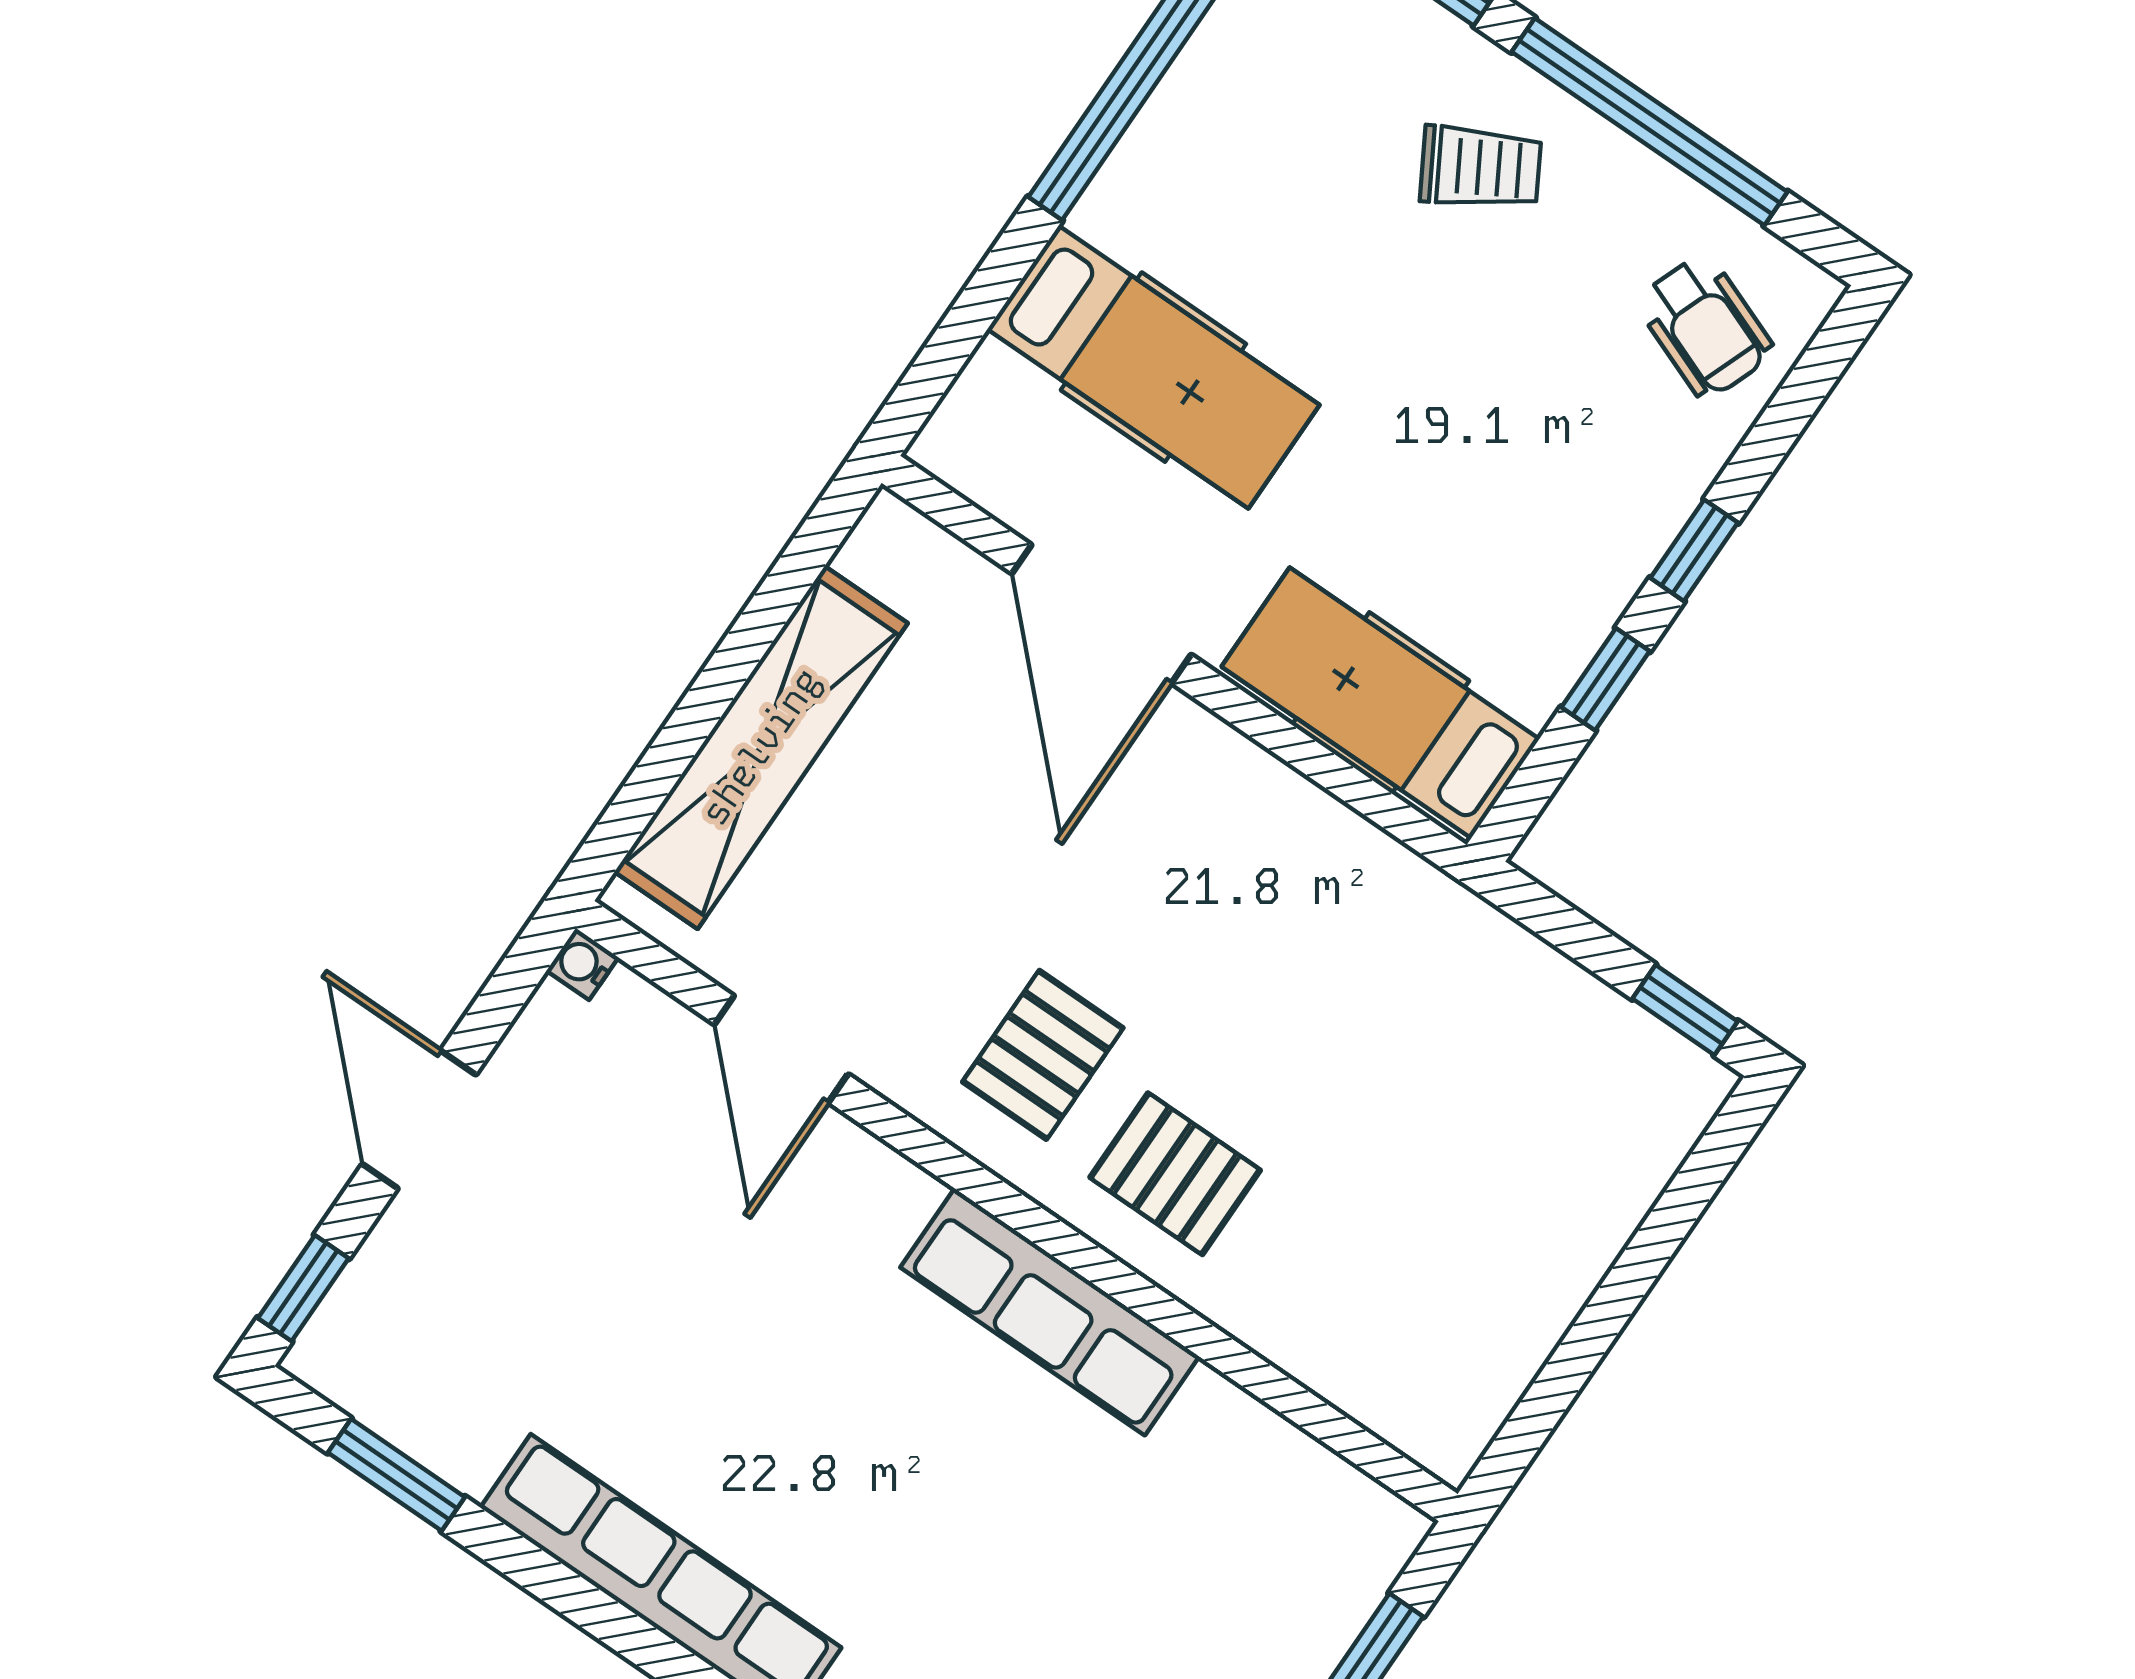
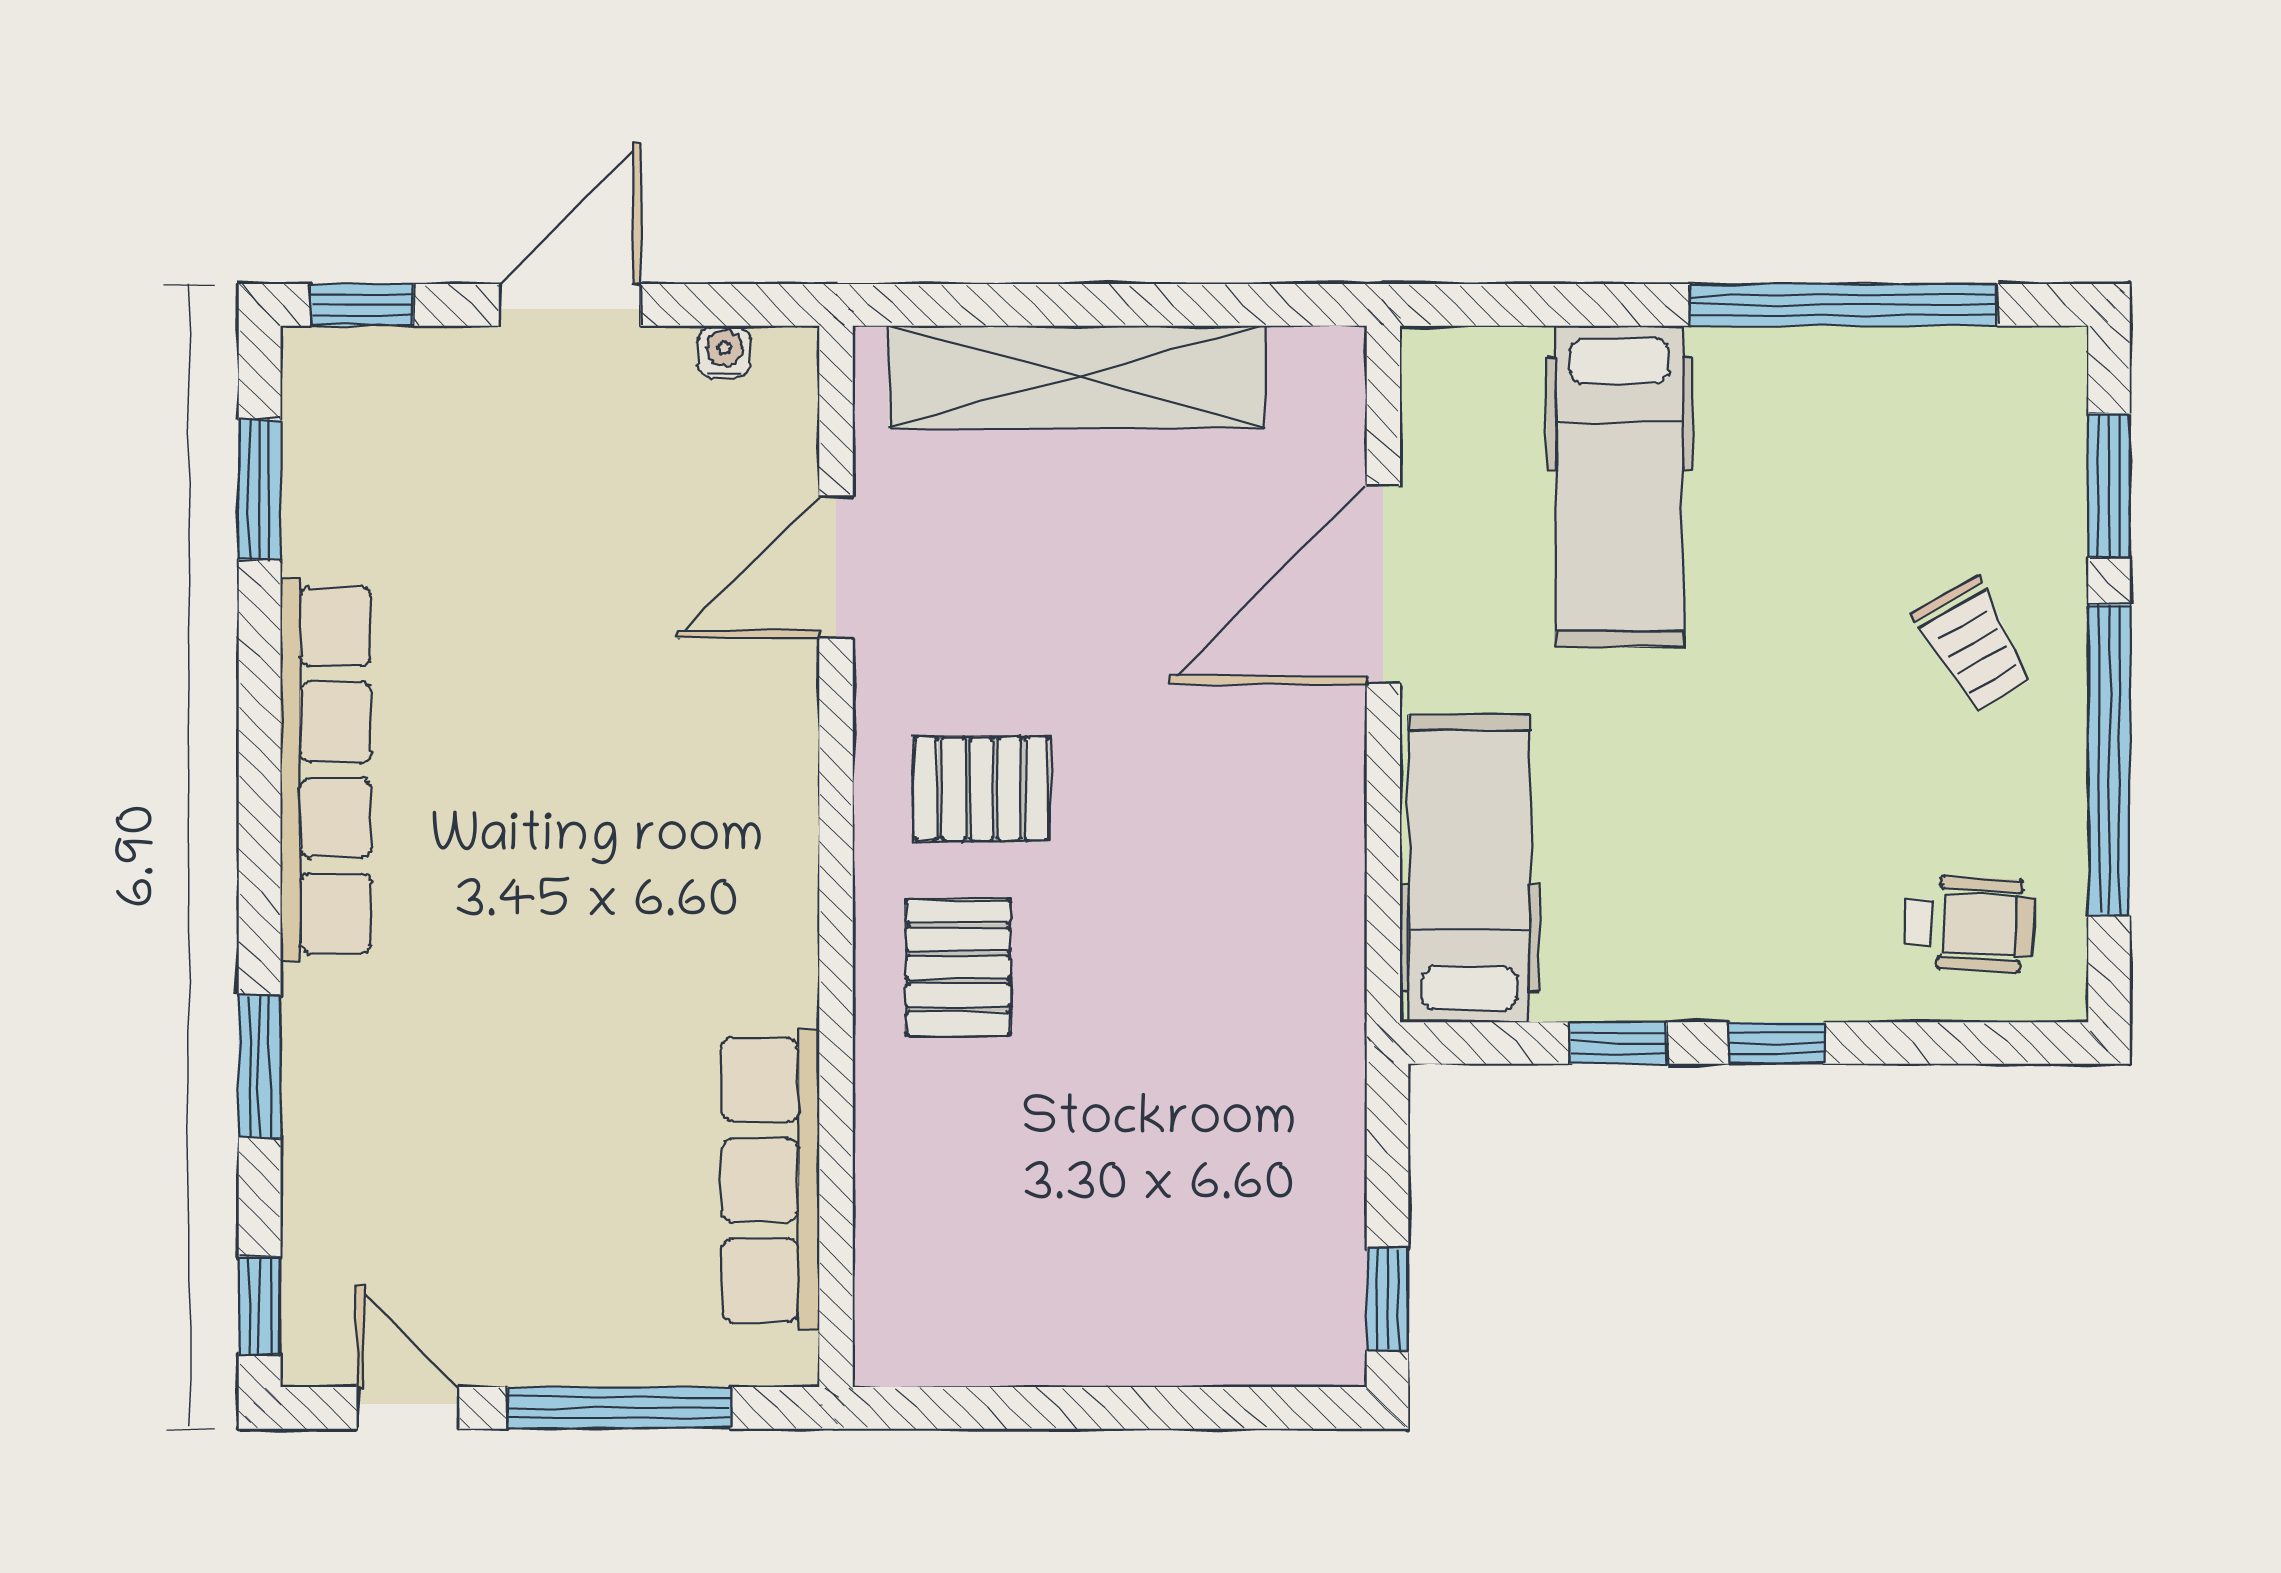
wheelchair: (1705, 327) -> (1970, 924), turned -108
water cooler: (582, 964) -> (724, 352), moved
row of seats: (1050, 1312) -> (771, 1180), moved

